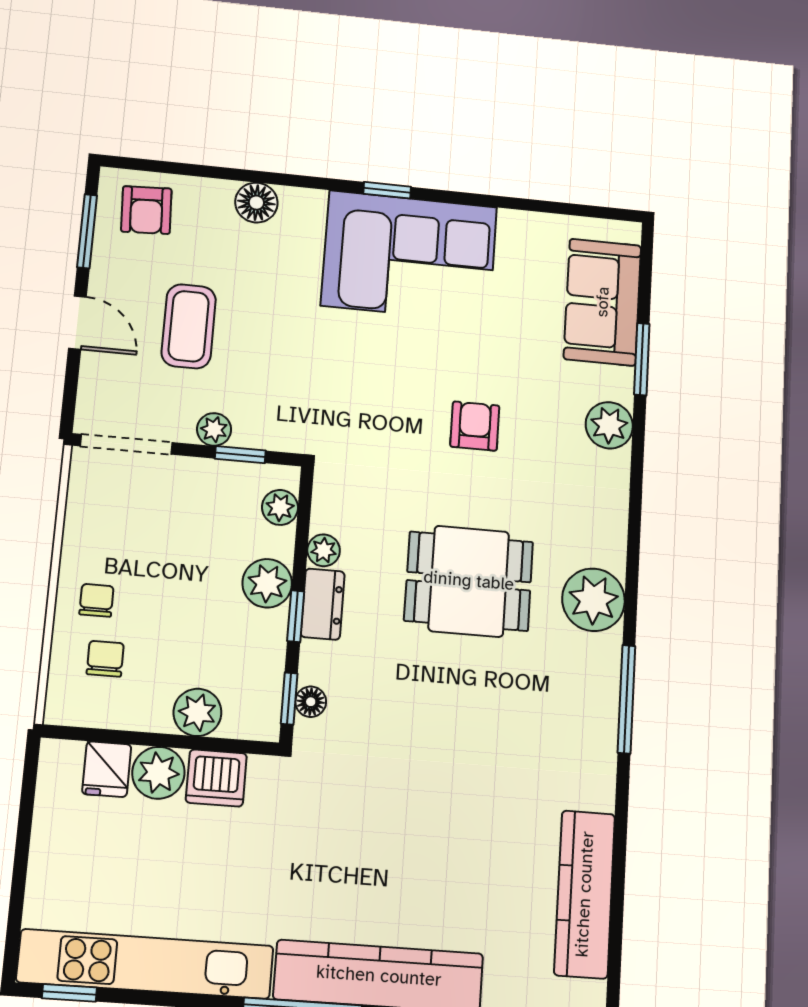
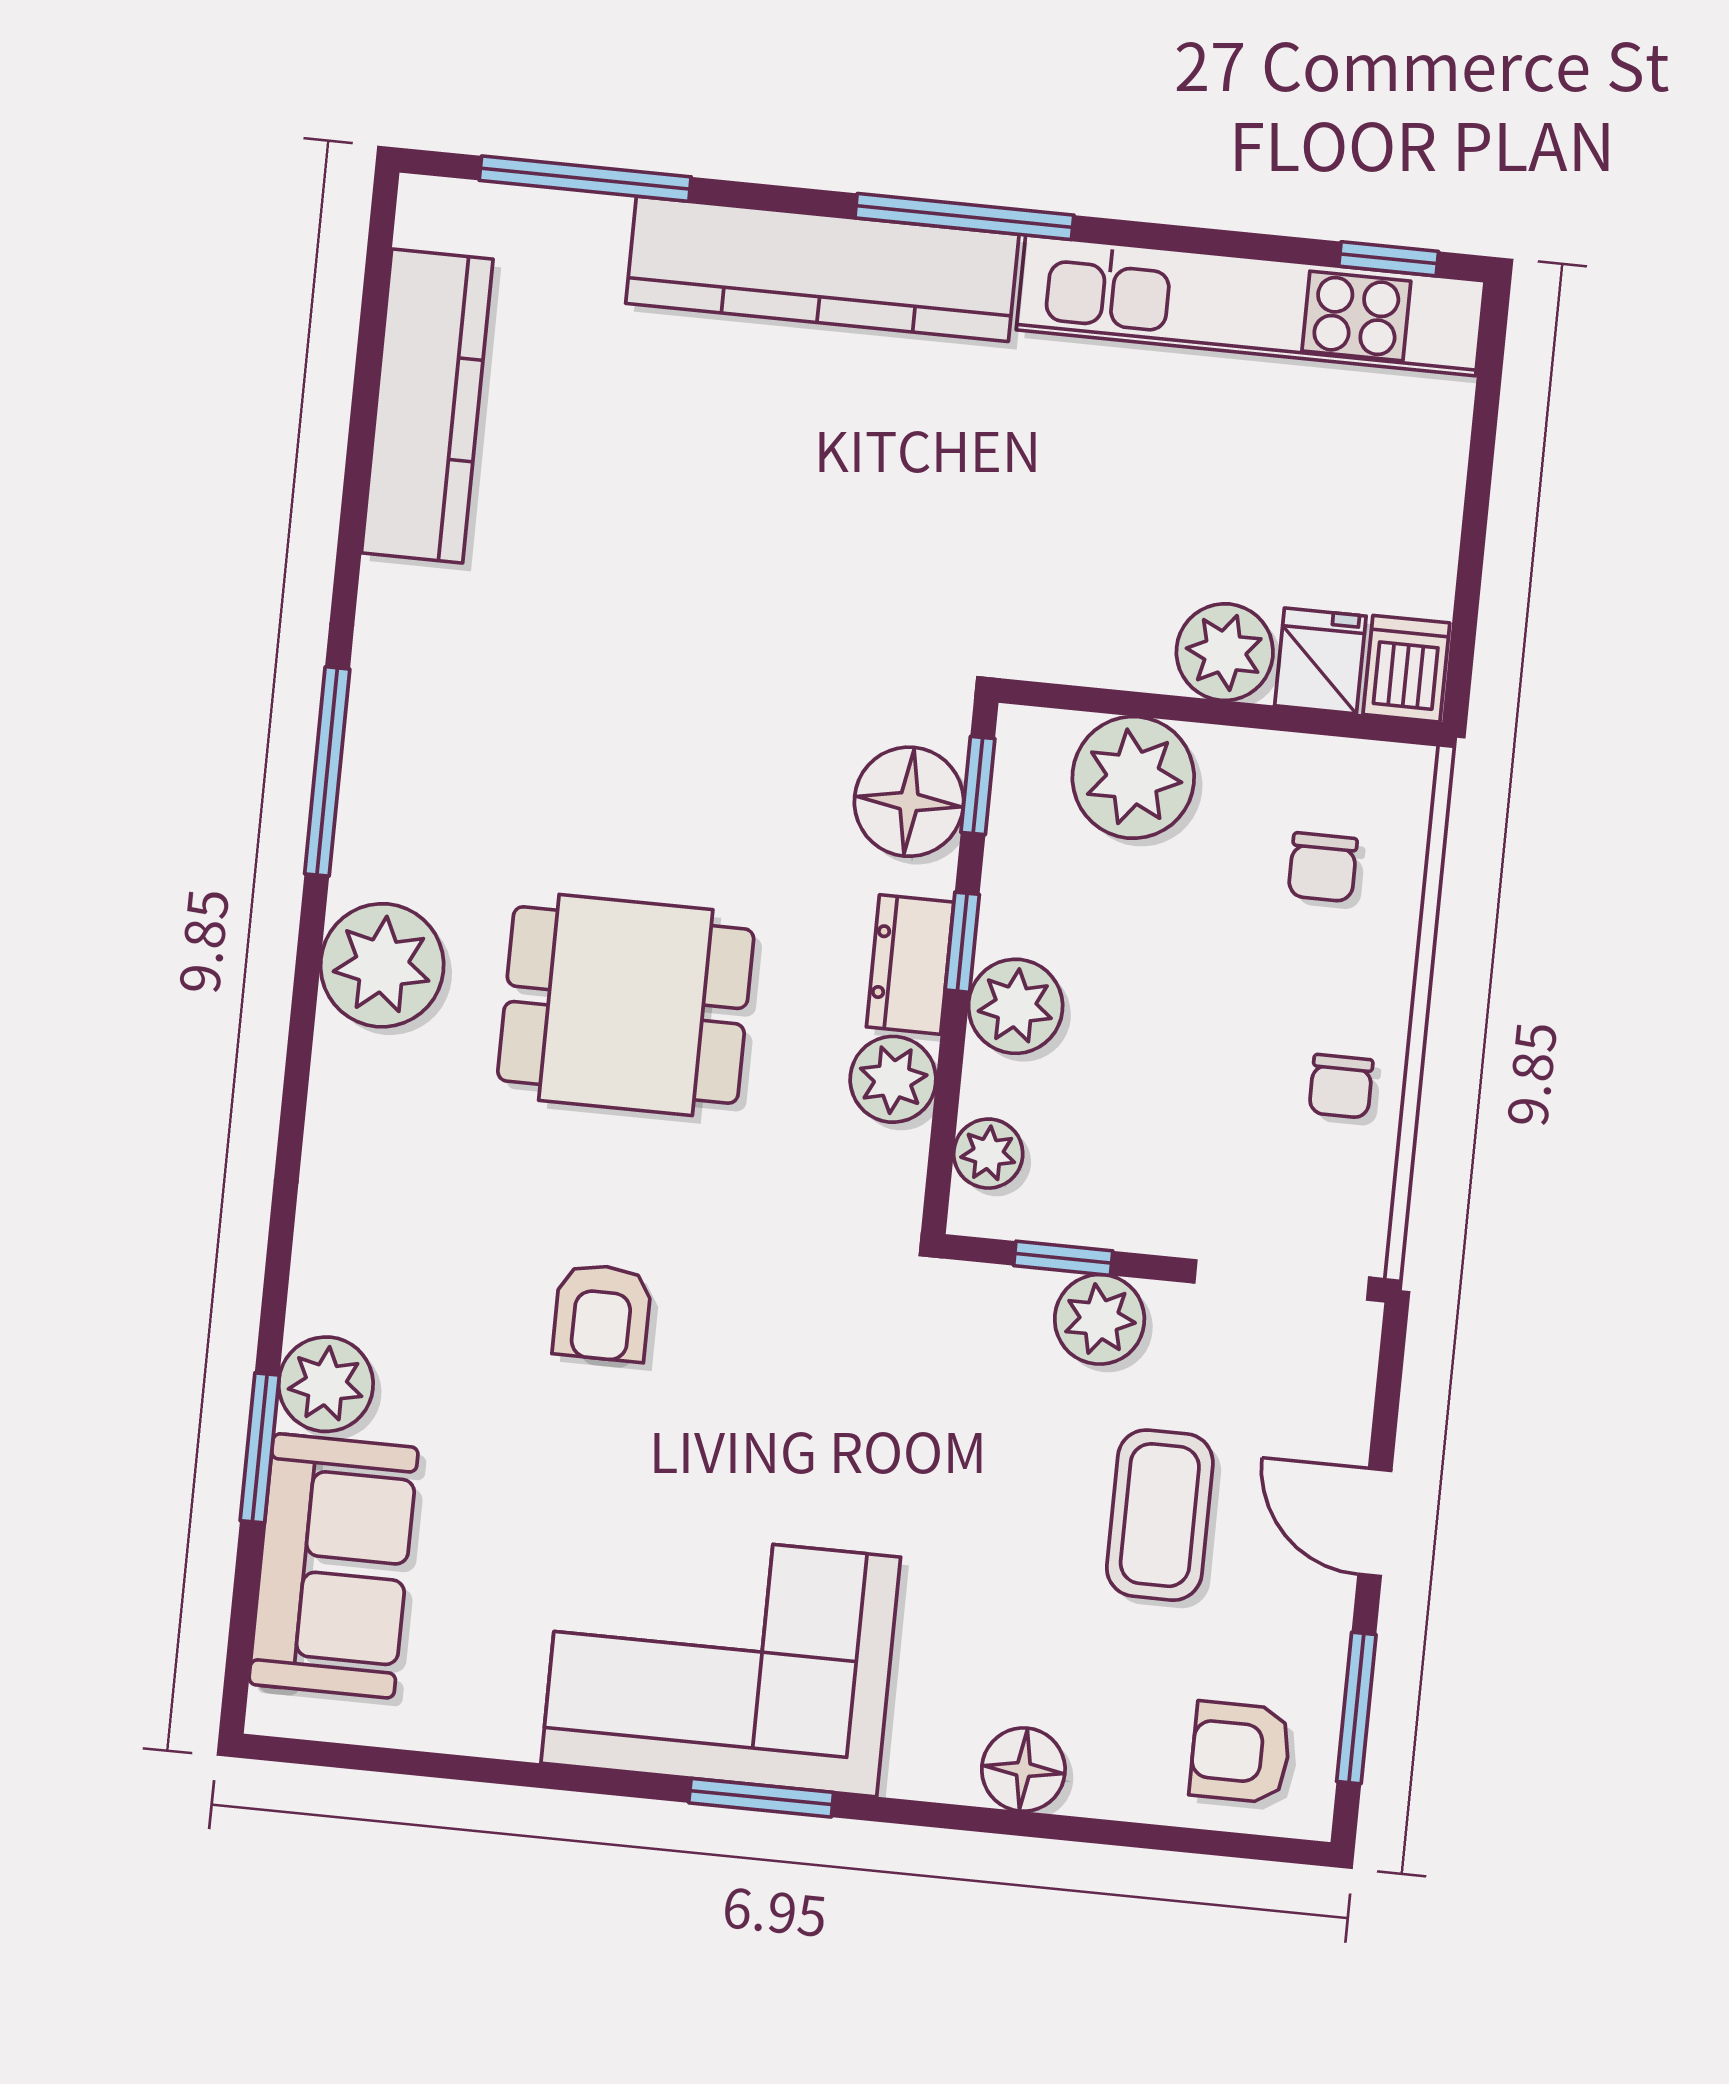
window: (387, 190) -> (761, 1798), width x1.50
armchair: (146, 210) -> (1240, 1752), turned -87
plant: (609, 425) -> (326, 1384), moved
plant: (214, 429) -> (1100, 1319), width x1.38, depth x1.38
plant: (324, 550) -> (893, 1079), width x1.38, depth x1.38
chair: (96, 600) -> (1341, 1086), moved
floor lamp: (311, 702) -> (909, 802), width x1.89, depth x1.89
plant: (197, 712) -> (1133, 777), width x1.36, depth x1.36
dishwasher: (216, 778) -> (1406, 669), moved, width x0.73

